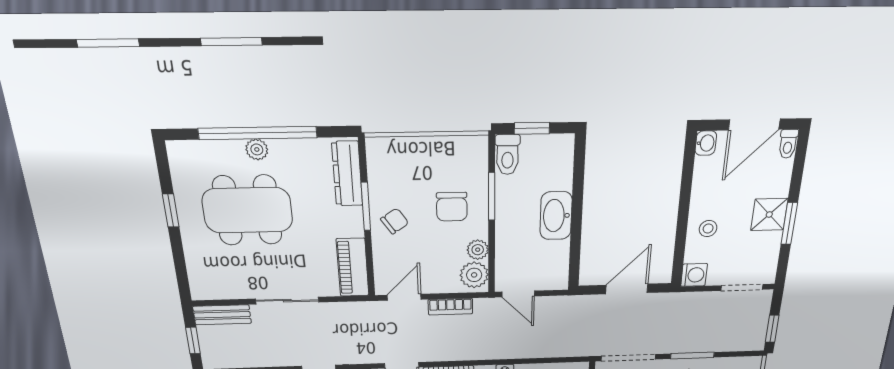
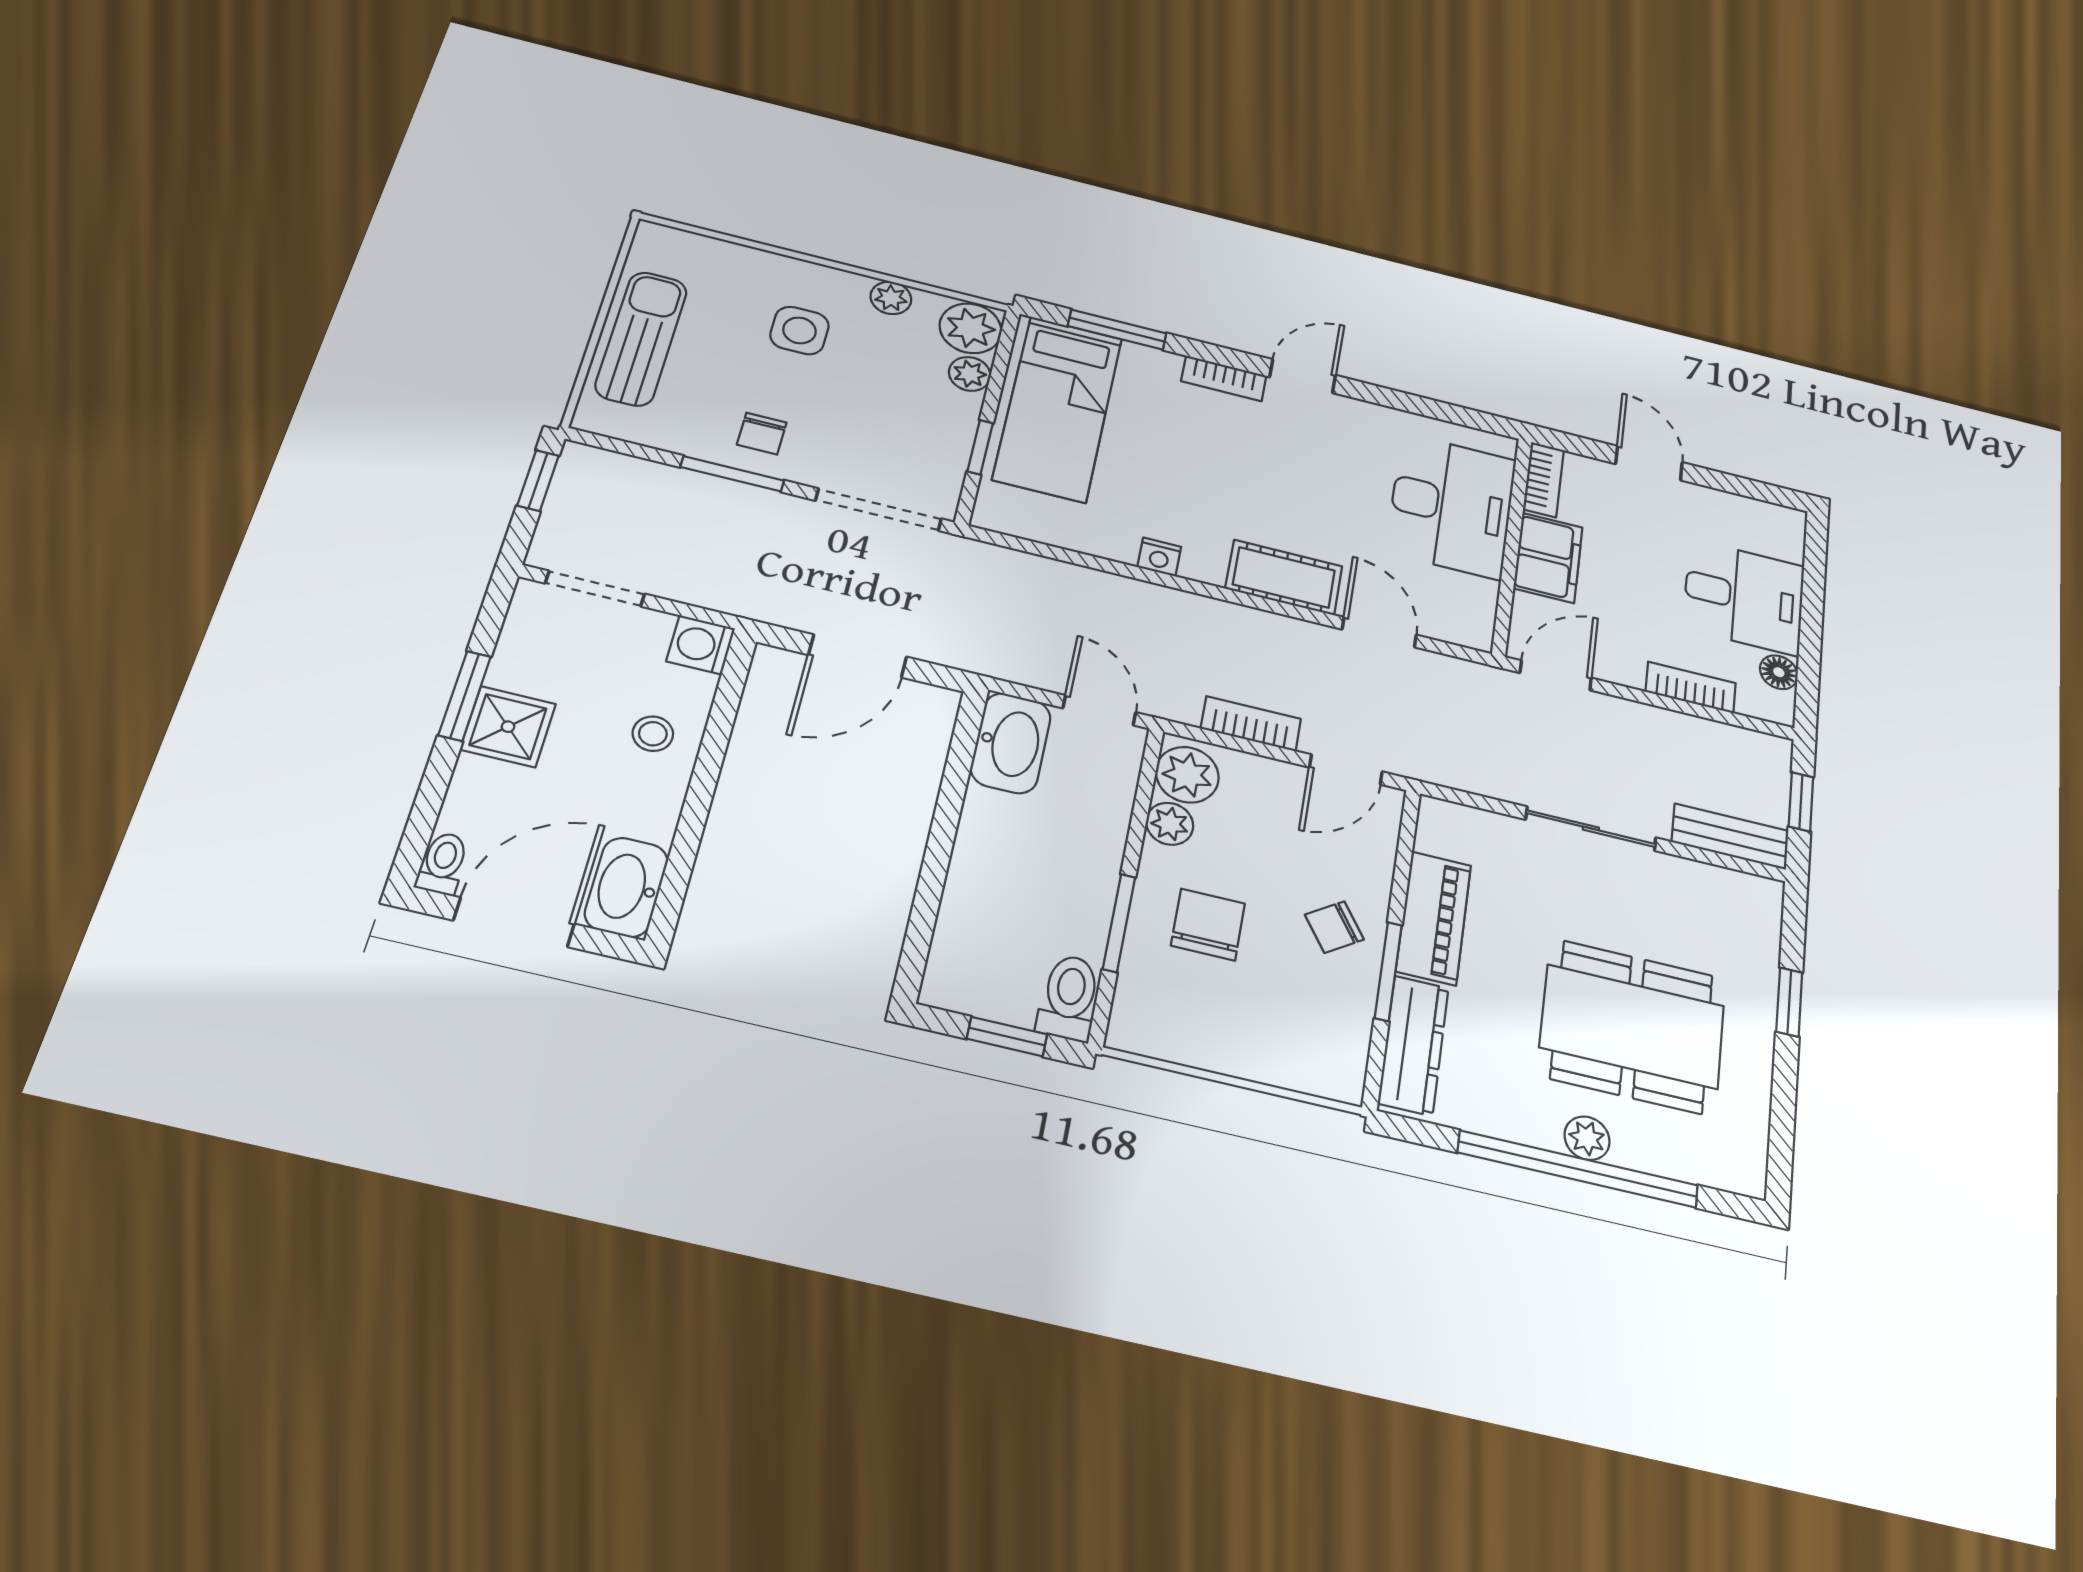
washbasin: (706, 143) -> (626, 887), width x1.91, depth x1.45
window: (171, 211) -> (1789, 1002), moved
washbasin: (556, 216) -> (1011, 743), moved
piano: (353, 267) -> (1434, 918), moved

